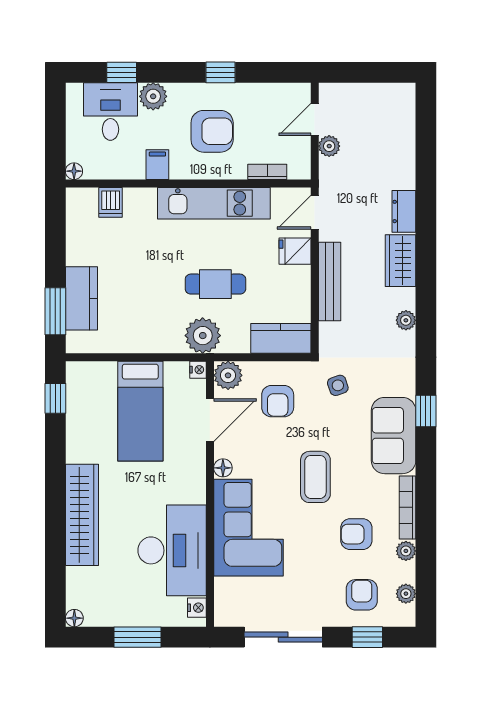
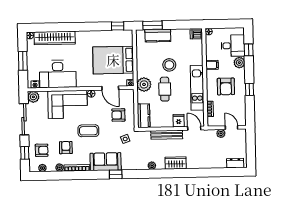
dishwasher: (111, 202) -> (196, 34), moved
dresser: (404, 211) -> (235, 163), moved
stool: (155, 271) -> (169, 65), added
plant: (228, 375) -> (33, 97), moved
bed: (140, 411) -> (113, 60), width x1.50
wardrobe: (82, 515) -> (55, 38), moved

